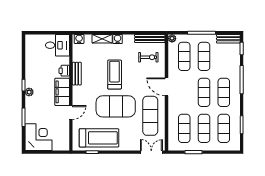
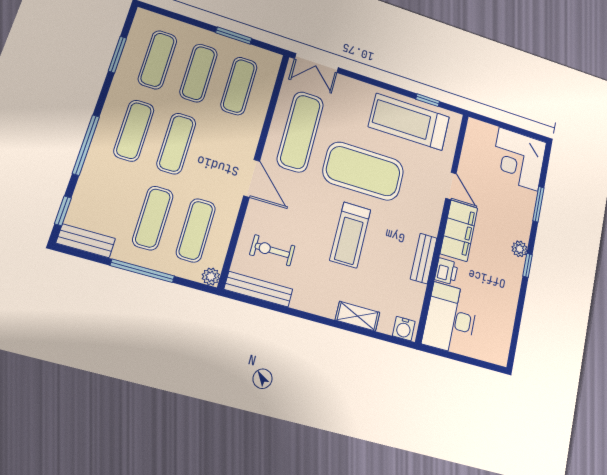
water cooler: (118, 39) -> (326, 307), removed
desk: (57, 45) -> (451, 319), width x1.37
door: (71, 113) -> (451, 186), swing flipped

